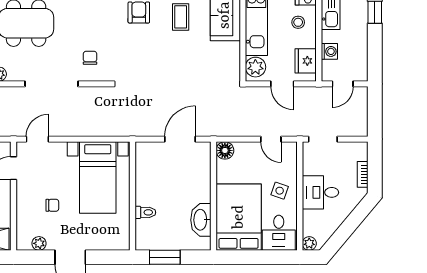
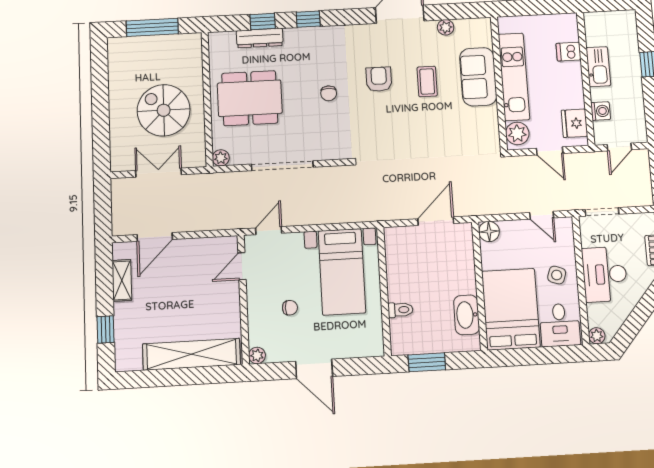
stool: (298, 22) -> (562, 80), removed
chair: (90, 58) -> (329, 93), moved, turned 180
desk: (320, 192) -> (605, 274), width x1.37
plant: (39, 243) -> (257, 355), moved

